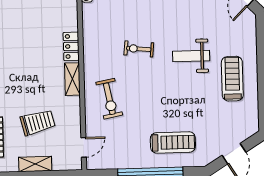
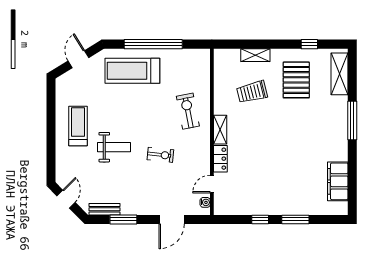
treadmill: (232, 79) -> (78, 126), turned 180
treadmill: (173, 142) -> (132, 71), width x1.37, depth x1.37
door: (84, 147) -> (212, 184), moved

